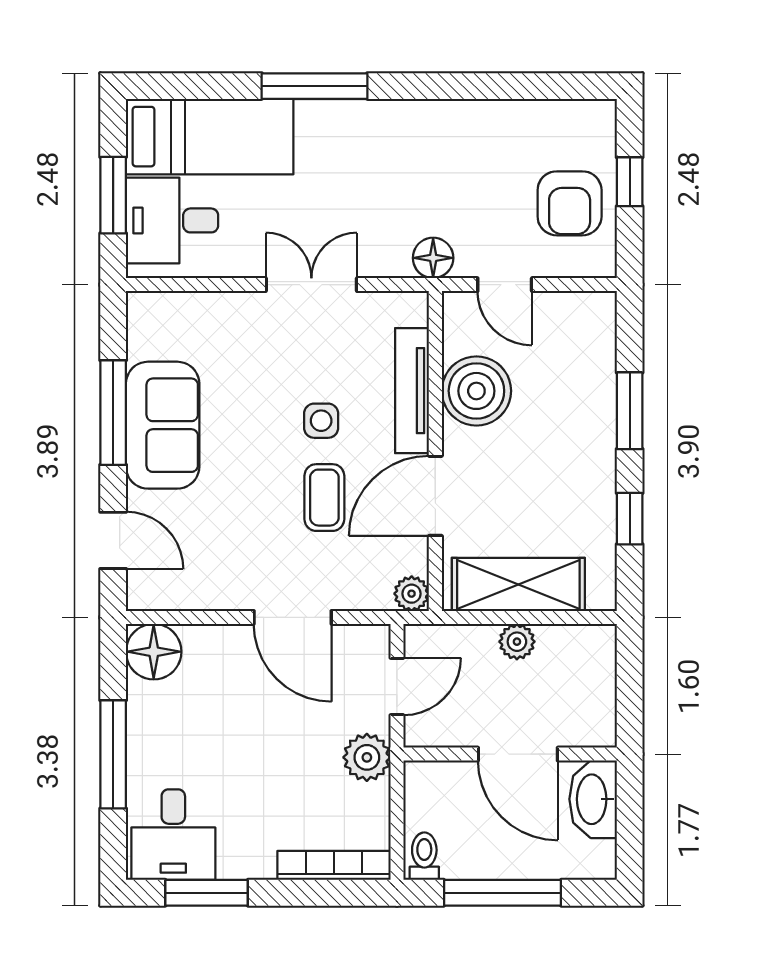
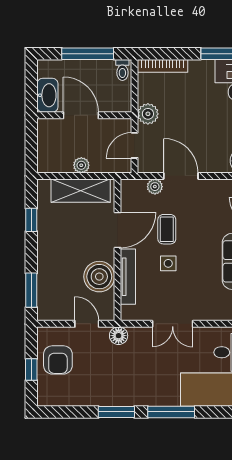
window: (438, 86) -> (116, 412), added
armchair: (570, 203) -> (58, 360), turned 180
window: (630, 411) -> (31, 290), moved
plant: (412, 594) -> (155, 187), moved

